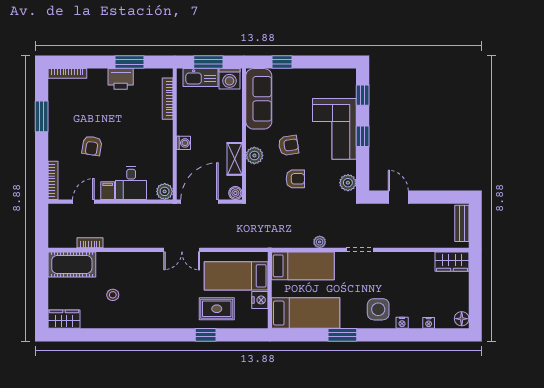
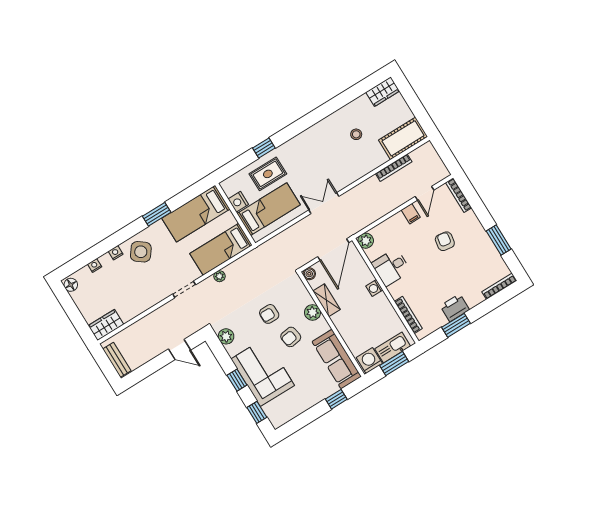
desk: (131, 183) -> (391, 267), moved, turned -90
bookcase: (90, 243) -> (394, 168), width x1.56
side table: (378, 309) -> (141, 252), turned 37

